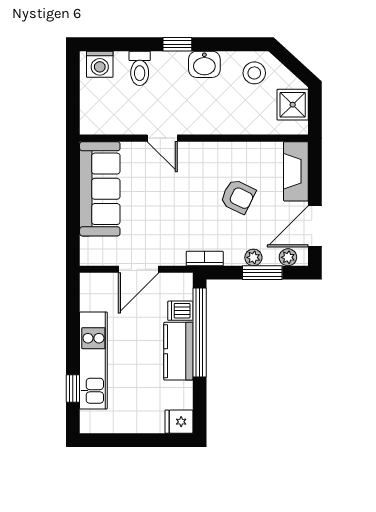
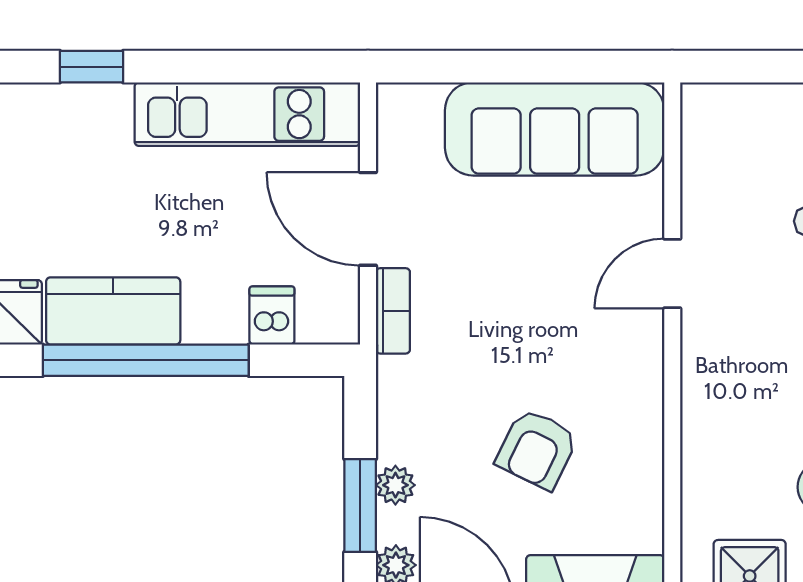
bookcase: (205, 259) -> (393, 311), moved
window: (200, 332) -> (146, 360), moved
kitchen counter: (178, 351) -> (113, 311), moved
kitchen unit: (93, 361) -> (247, 114), moved

